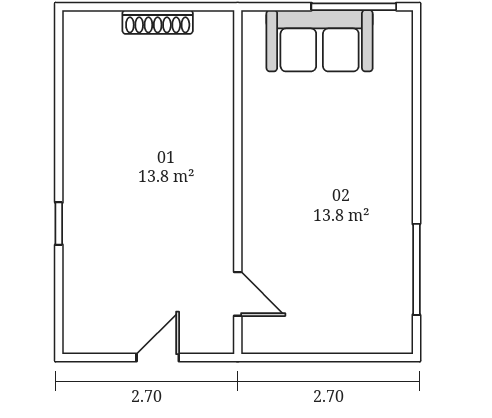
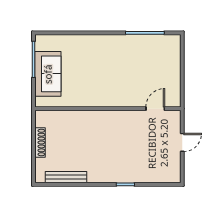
bench: (76, 83) -> (66, 177), added
door: (158, 358) -> (182, 142), swing flipped

